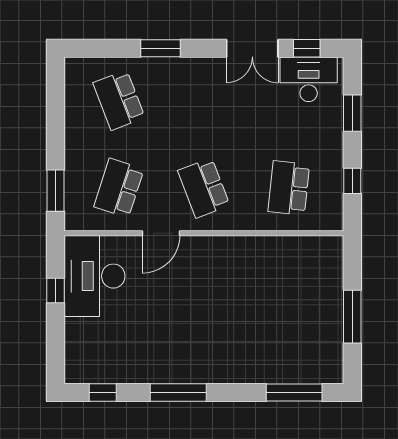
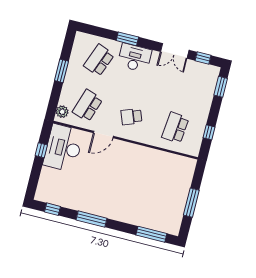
desk: (309, 79) -> (135, 58), moved
school desk: (119, 100) -> (99, 60), turned 42
window: (352, 113) -> (221, 87), moved
school desk: (204, 188) -> (131, 117), width x0.54
window: (55, 191) -> (61, 71), moved
plant: (76, 211) -> (62, 112), added

